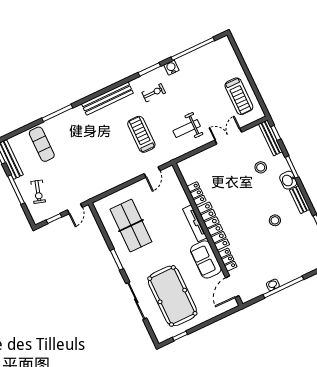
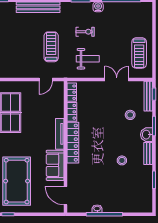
exercise bike: (154, 93) -> (85, 32), moved
weight bench: (187, 129) -> (88, 59), turned 180
locker: (228, 260) -> (72, 92), moved
door: (232, 287) -> (66, 196), hinge flipped

